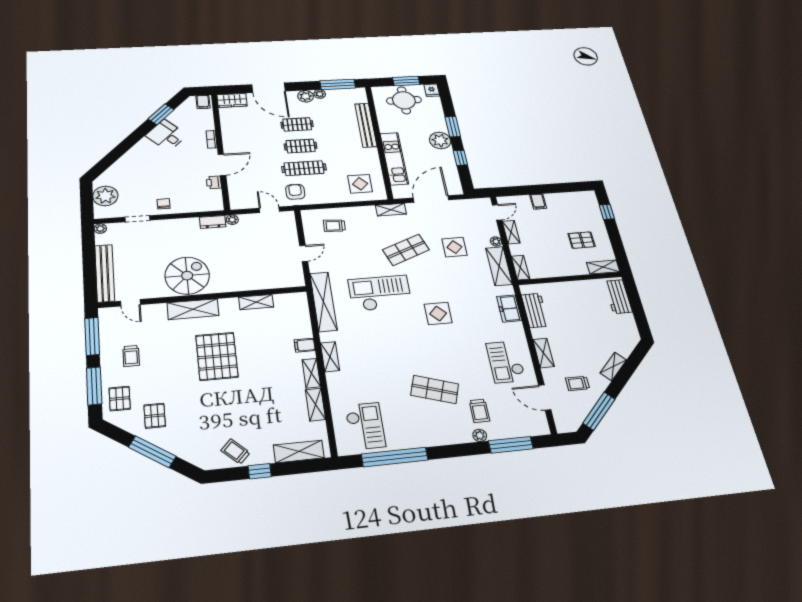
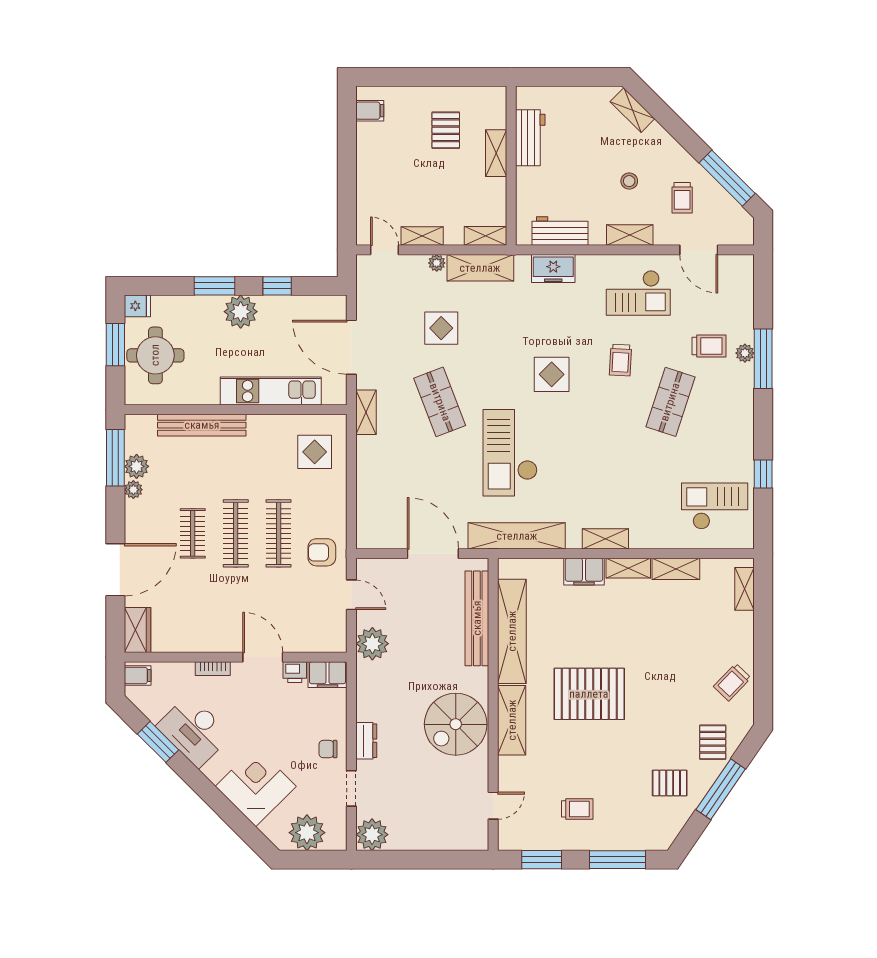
plant: (306, 96) -> (137, 466), moved
desk: (166, 135) -> (194, 731), width x1.37
clothes rail: (300, 146) -> (236, 533), width x1.36
corner desk: (135, 166) -> (256, 786), added
filing cabinet: (214, 200) -> (328, 675), added
filing cabinet: (538, 202) -> (370, 111), moved
door: (269, 210) -> (351, 595), swing flipped
window: (607, 212) -> (398, 77), removed
plant: (232, 220) -> (372, 644), width x1.88, depth x1.88
dresser: (213, 222) -> (366, 741), moved
trolley: (334, 226) -> (620, 360), moved
plant: (100, 229) -> (372, 835), width x1.88, depth x1.88
door: (304, 253) -> (433, 554), width x1.88
shelving: (603, 267) -> (496, 153), moved
bench: (105, 273) -> (477, 618), moved, turned 90
spiral stairs: (187, 276) -> (456, 724), turned -90
workbench: (618, 297) -> (530, 138), moved, turned -90
shelving: (256, 302) -> (512, 631), width x2.20, depth x1.33
window: (92, 336) -> (542, 860), width x0.69
filing cabinet: (305, 345) -> (584, 572), width x2.00
stool: (580, 349) -> (629, 181), added
shelving: (613, 366) -> (632, 110), moved
door: (545, 398) -> (699, 250), hinge flipped
pallet: (120, 399) -> (713, 742), moved, turned 90
window: (511, 445) -> (763, 359), moved
shelving: (299, 451) -> (745, 589), width x0.67, depth x0.75
window: (395, 457) -> (763, 474), width x0.32
window: (260, 471) -> (763, 654), removed

